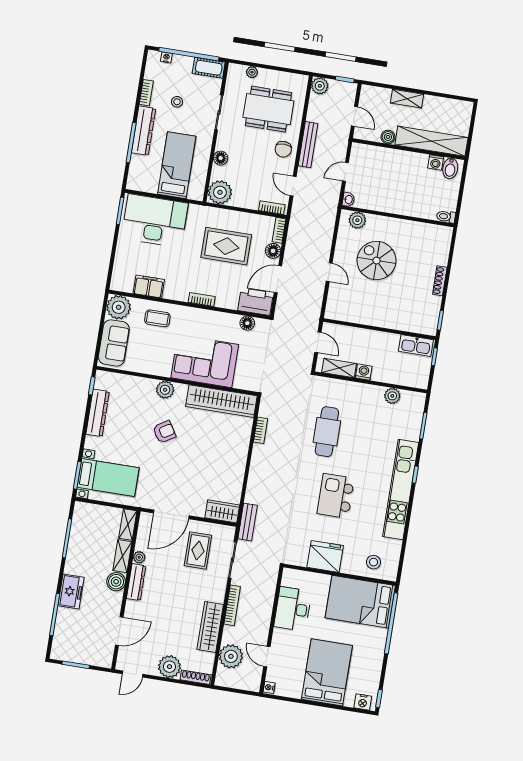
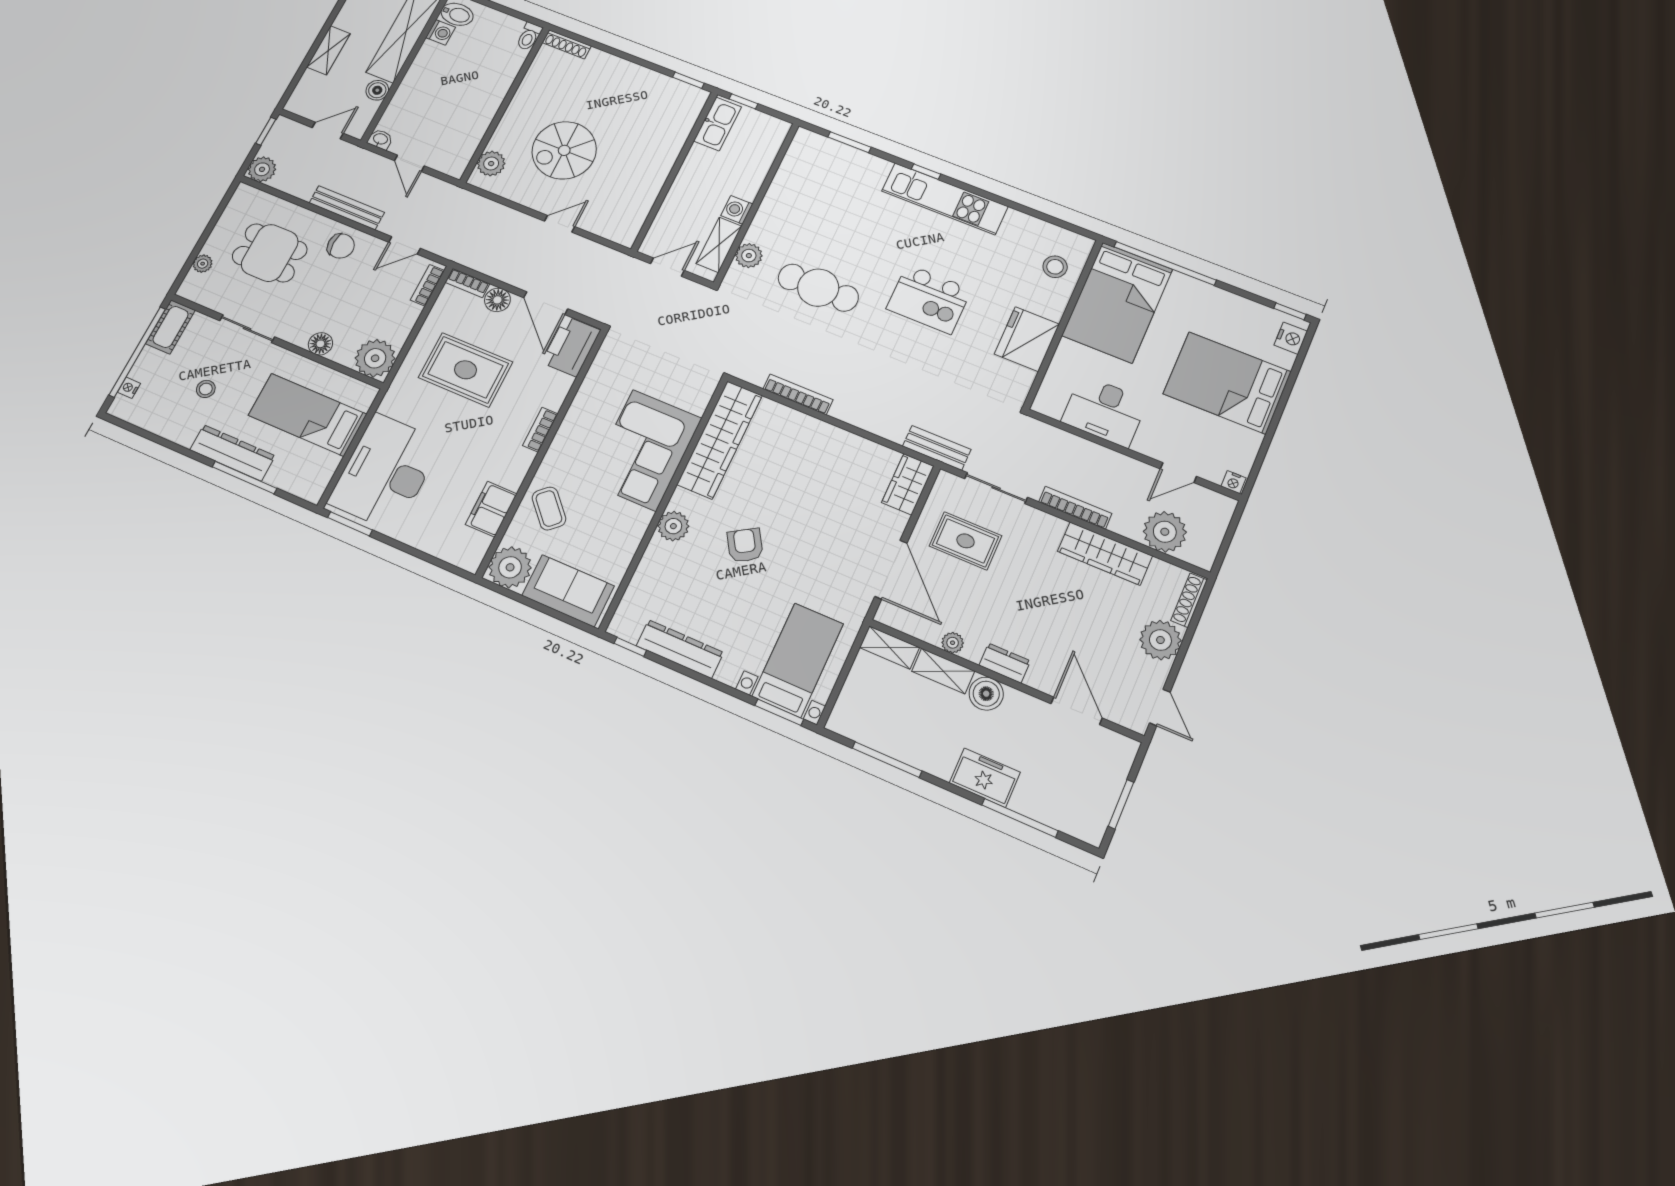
bookcase: (146, 93) -> (173, 433), removed
dining table: (268, 109) -> (270, 253), width x0.73
washbasin: (348, 200) -> (380, 139), moved
rug: (226, 246) -> (465, 370), turned 90
shoe rack: (440, 281) -> (567, 44), moved
coffee table: (157, 318) -> (549, 509), turned -43
floor lamp: (247, 323) -> (602, 368), removed
plant: (392, 396) -> (749, 256), moved
bookcase: (261, 430) -> (798, 394), width x1.56
kitchen unit: (401, 490) -> (945, 199), width x0.73
dresser: (136, 582) -> (1005, 663), width x0.70

